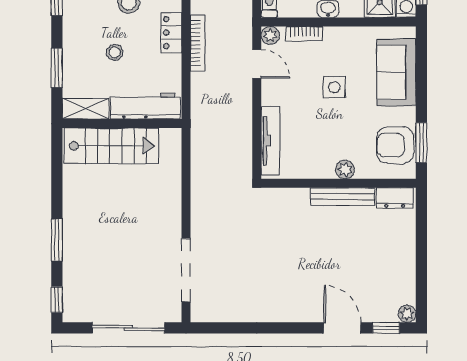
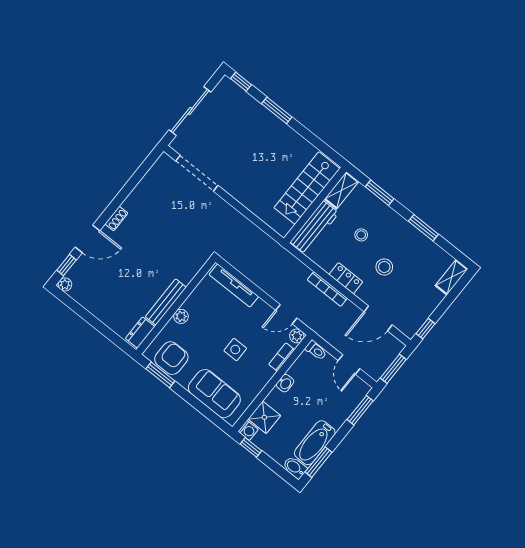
shoe rack: (298, 315) -> (116, 219), added

